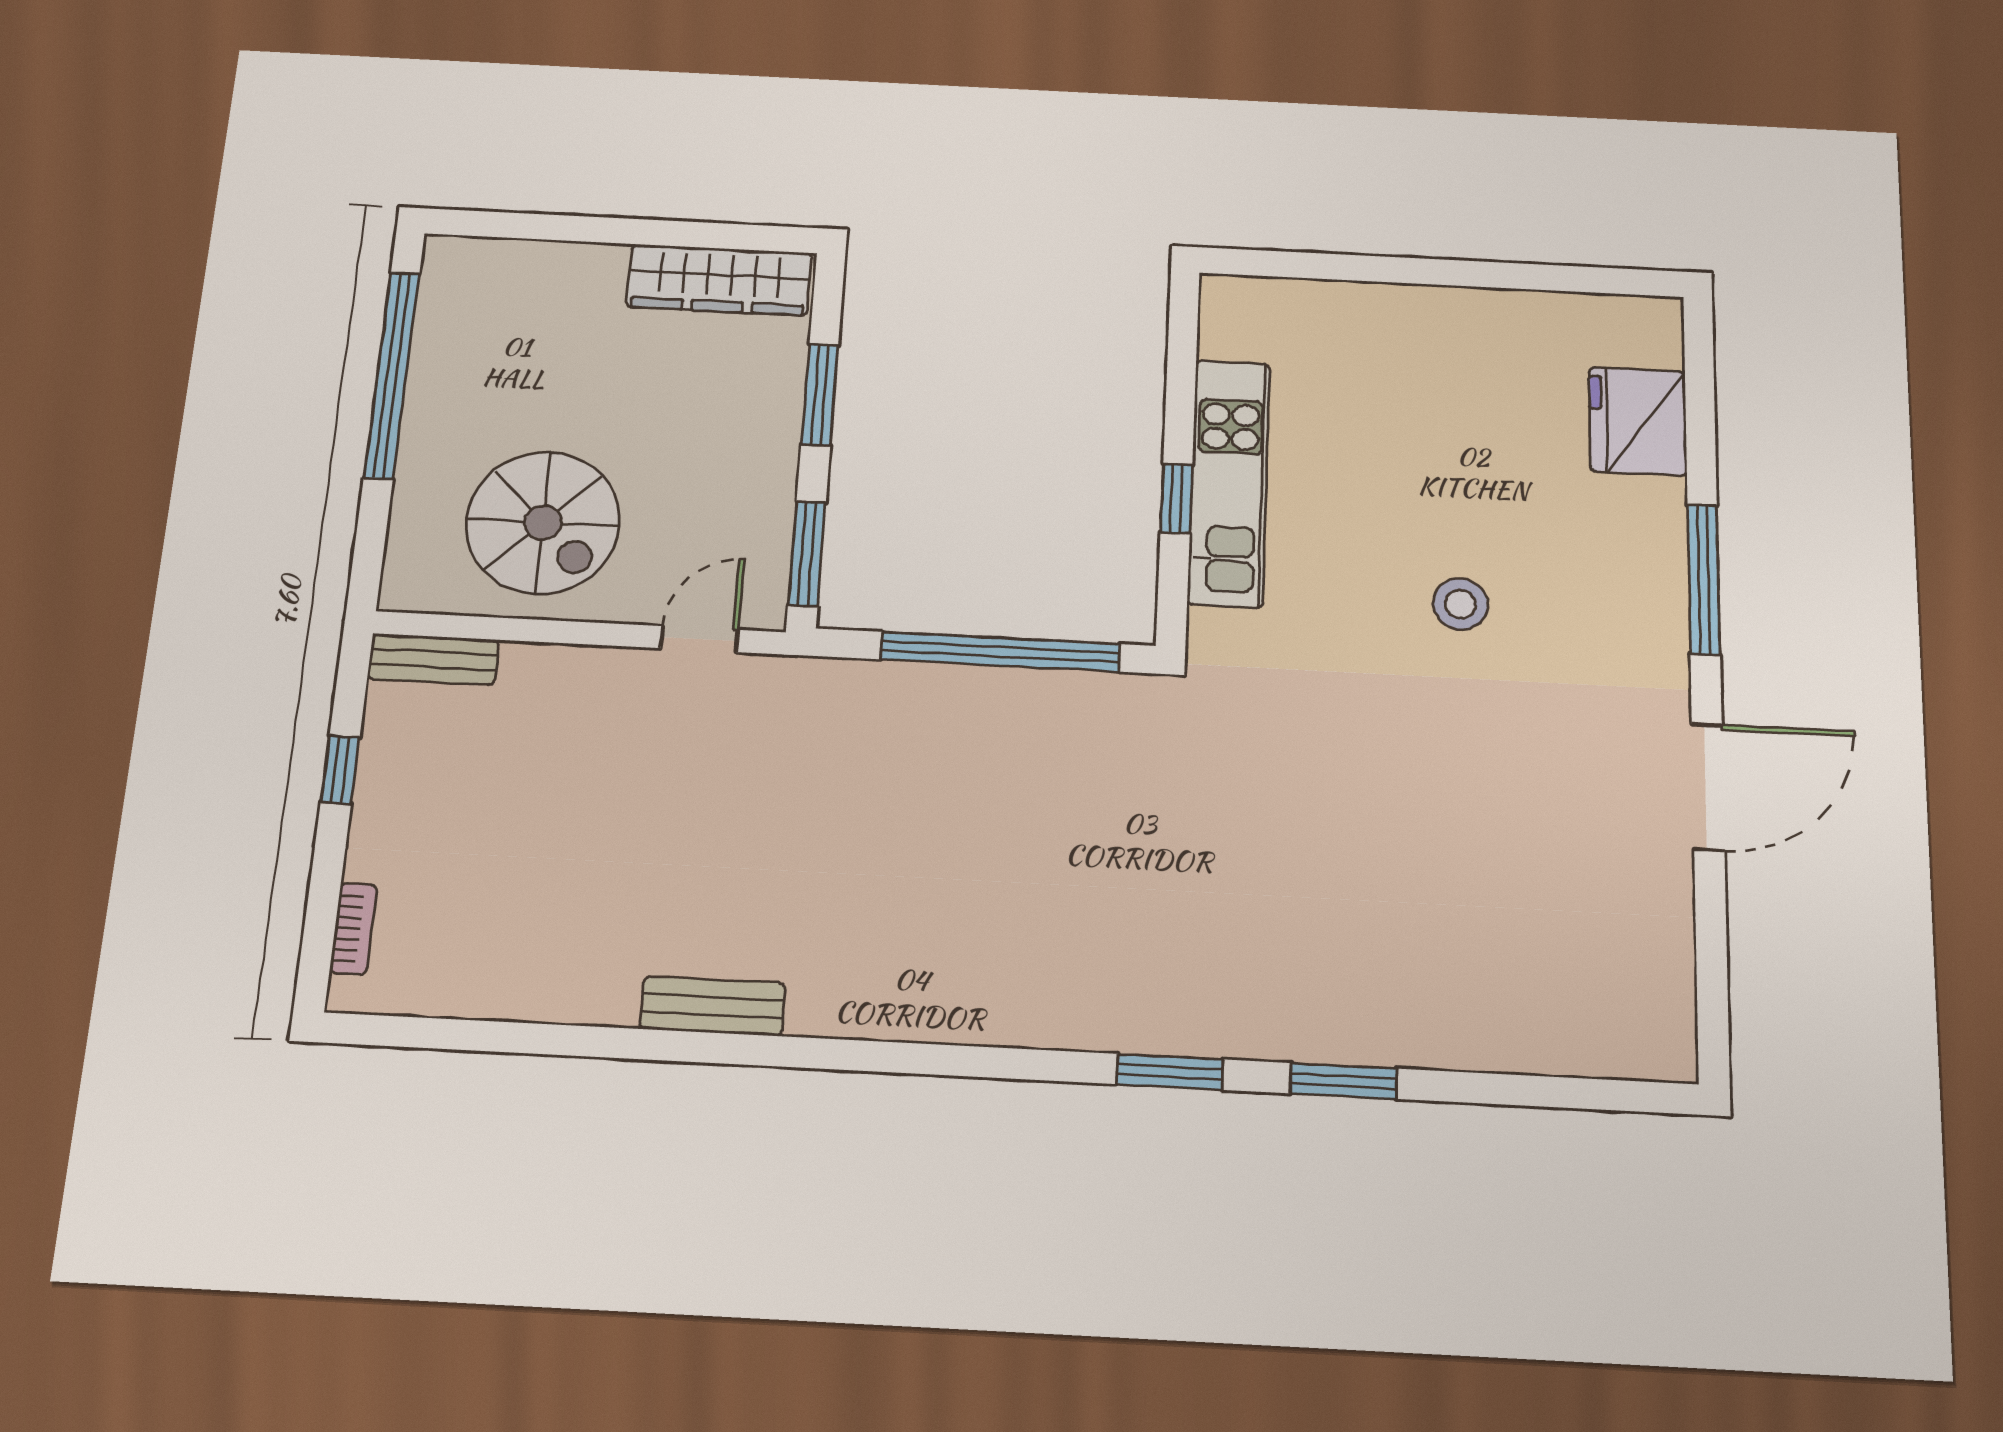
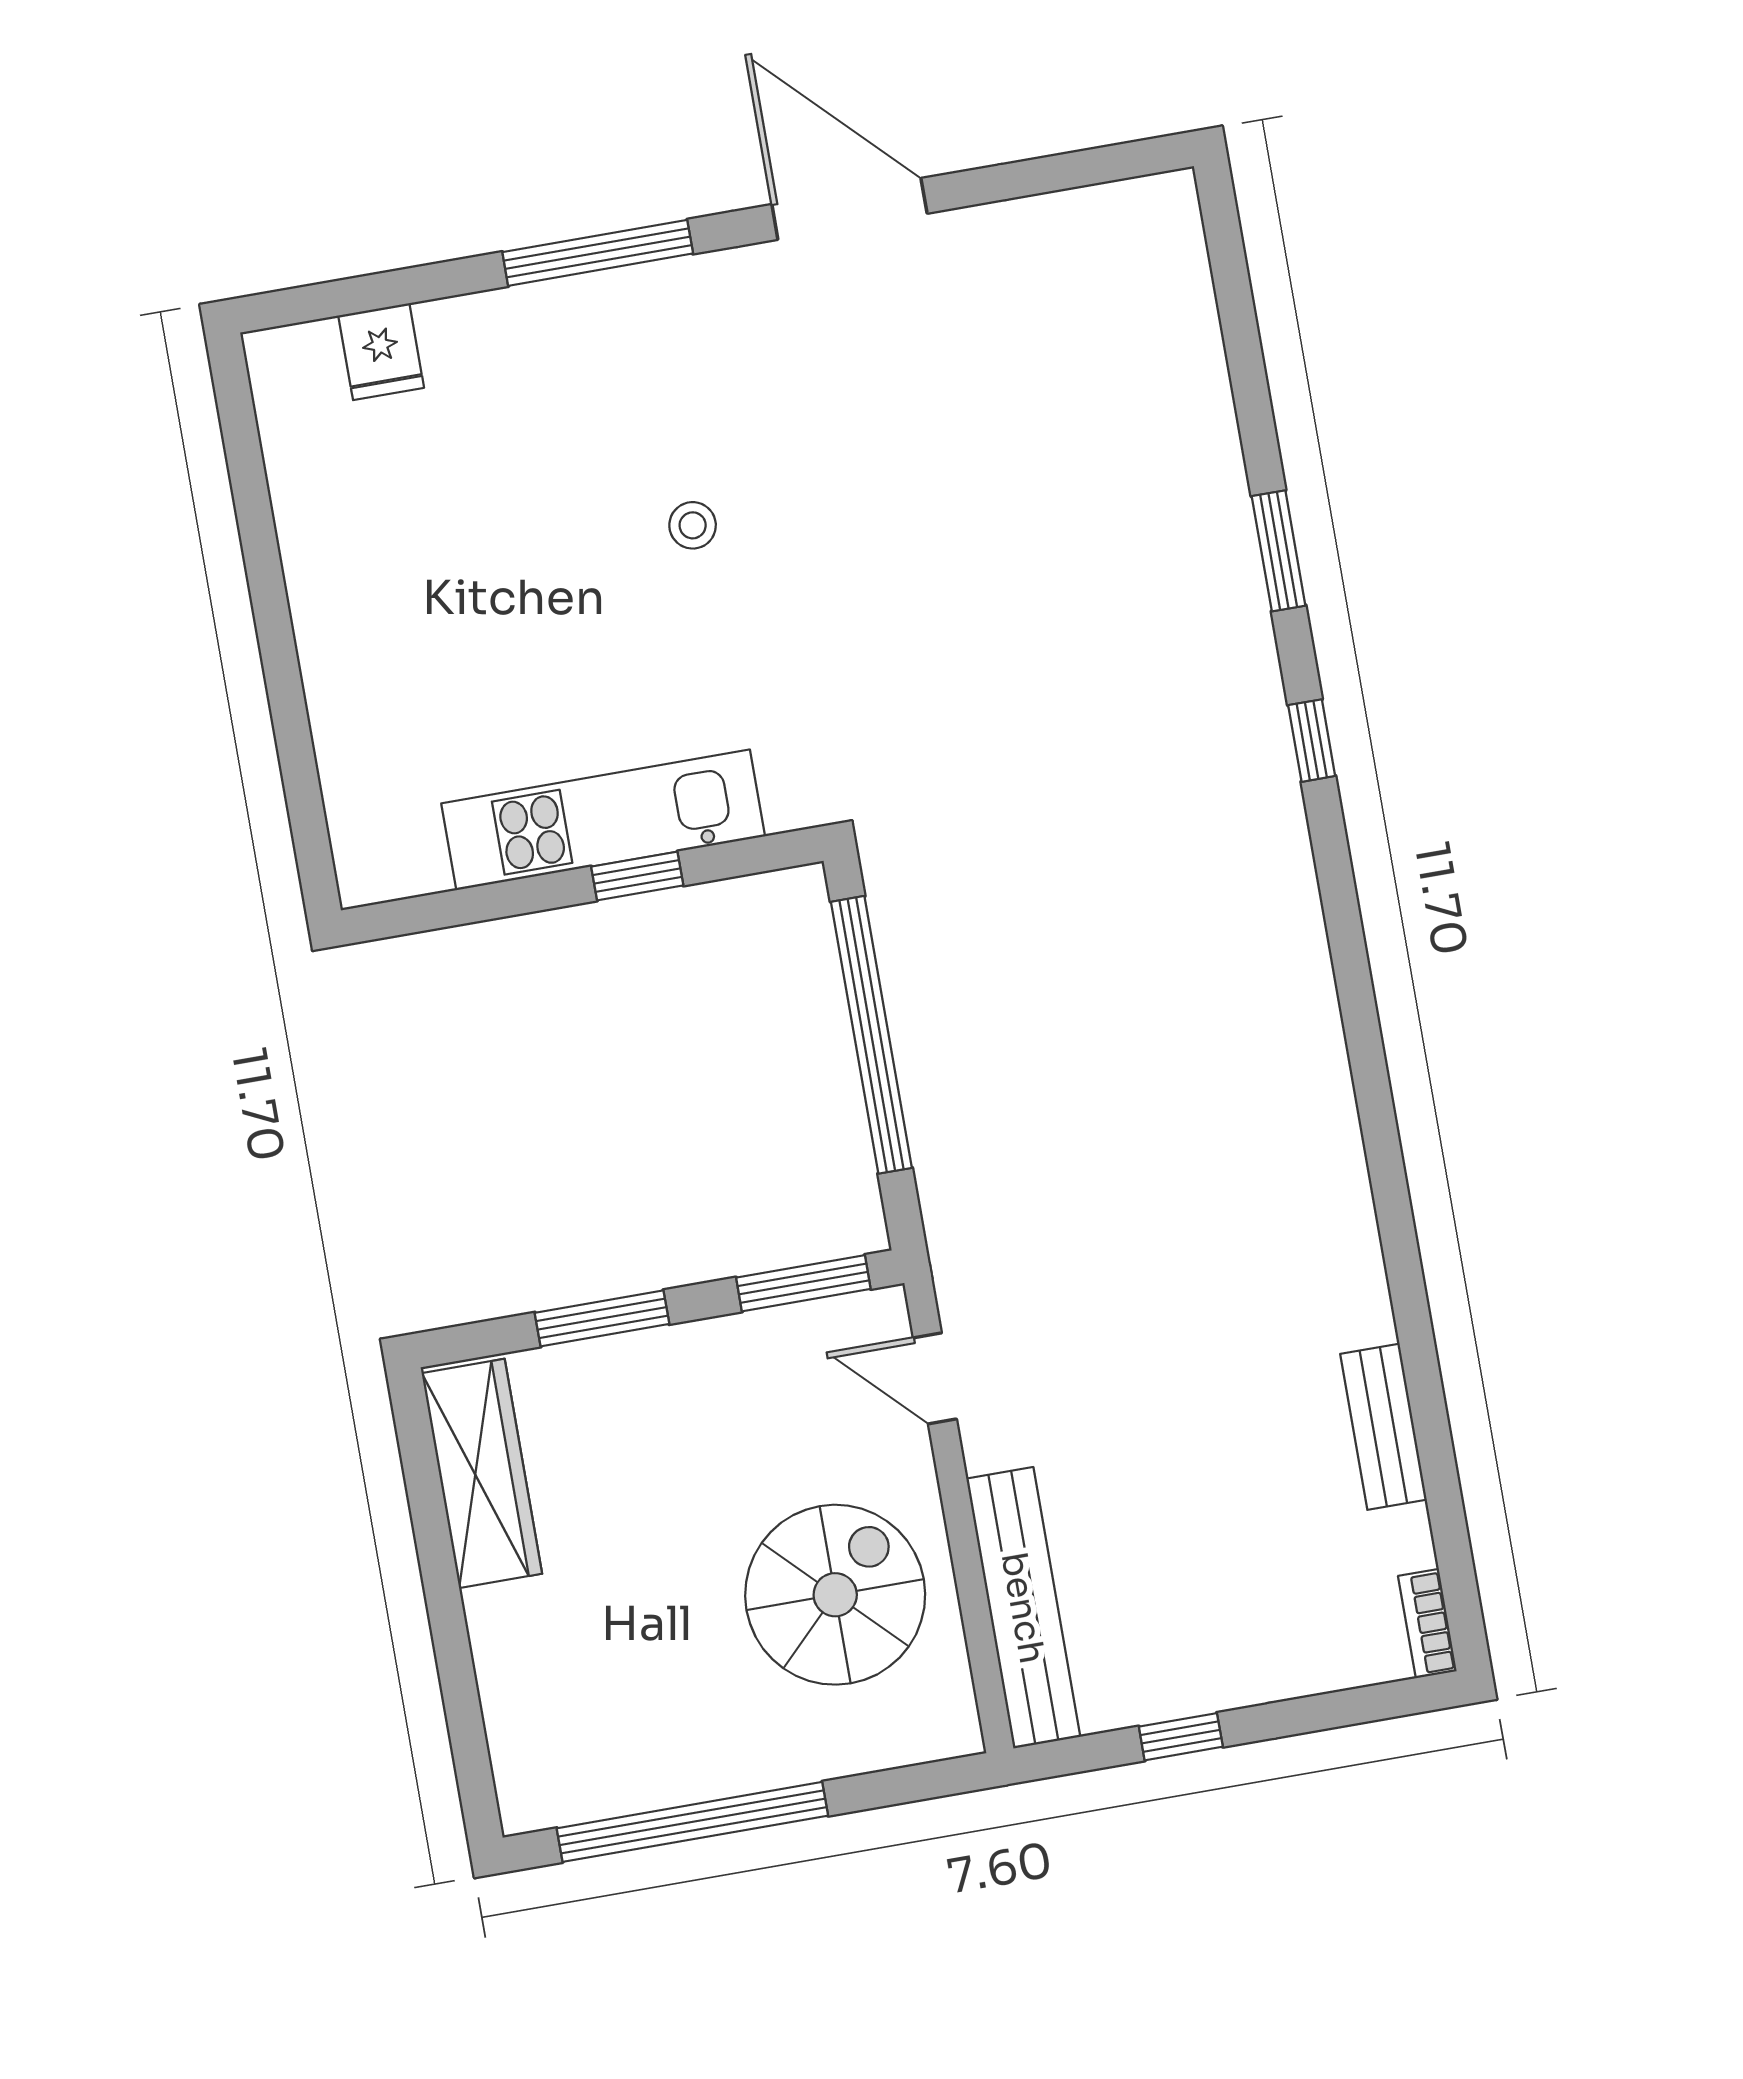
fridge: (1638, 421) -> (381, 352), width x0.53, depth x0.75
stool: (1460, 604) -> (693, 525), width x0.73, depth x0.73
bench: (433, 659) -> (1023, 1608), width x1.86, depth x1.21
bookcase: (353, 929) -> (1427, 1624), moved, turned -90
bench: (713, 1006) -> (1383, 1427), moved
window: (1170, 1072) -> (1312, 741), width x0.67

